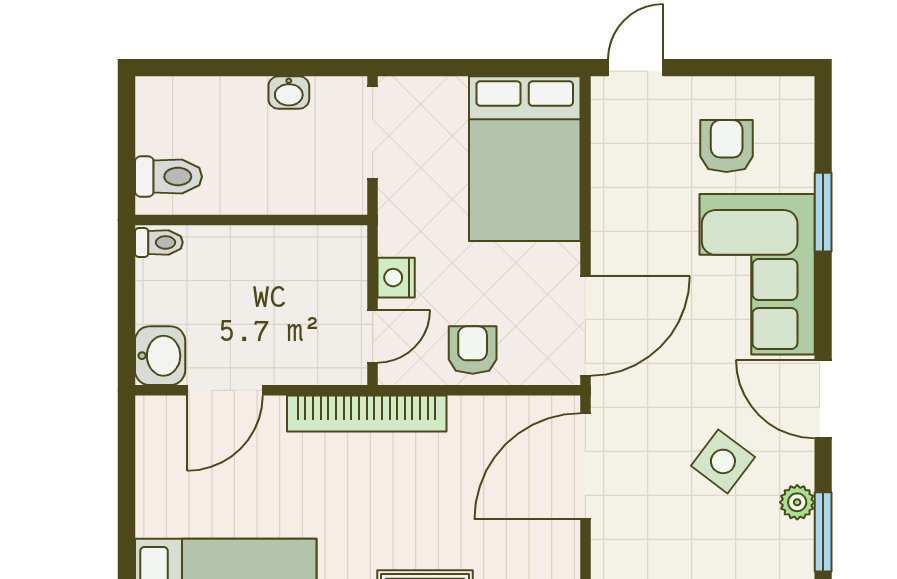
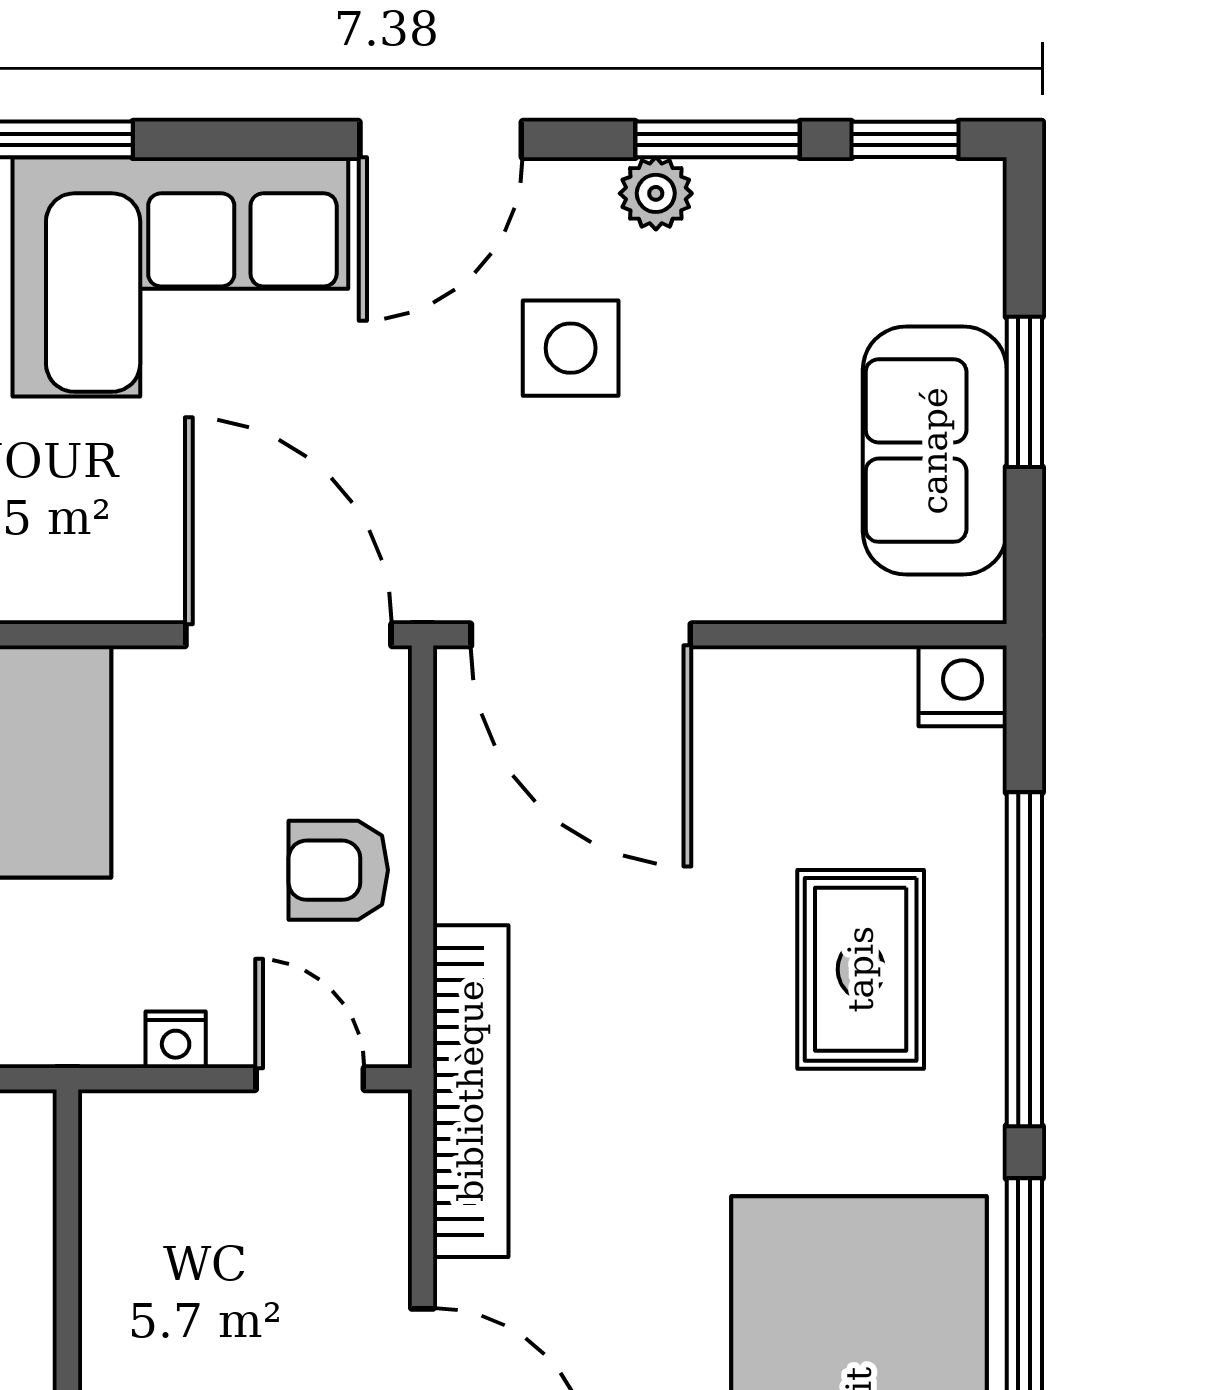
nightstand: (396, 278) -> (176, 1040), width x0.72, depth x0.74
side table: (723, 461) -> (571, 348), turned -37

